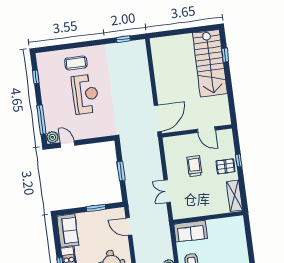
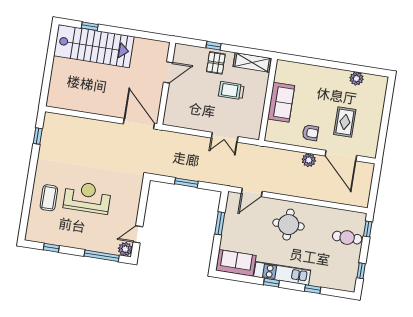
trolley: (194, 166) -> (231, 90), moved
sofa: (191, 231) -> (281, 102), moved

